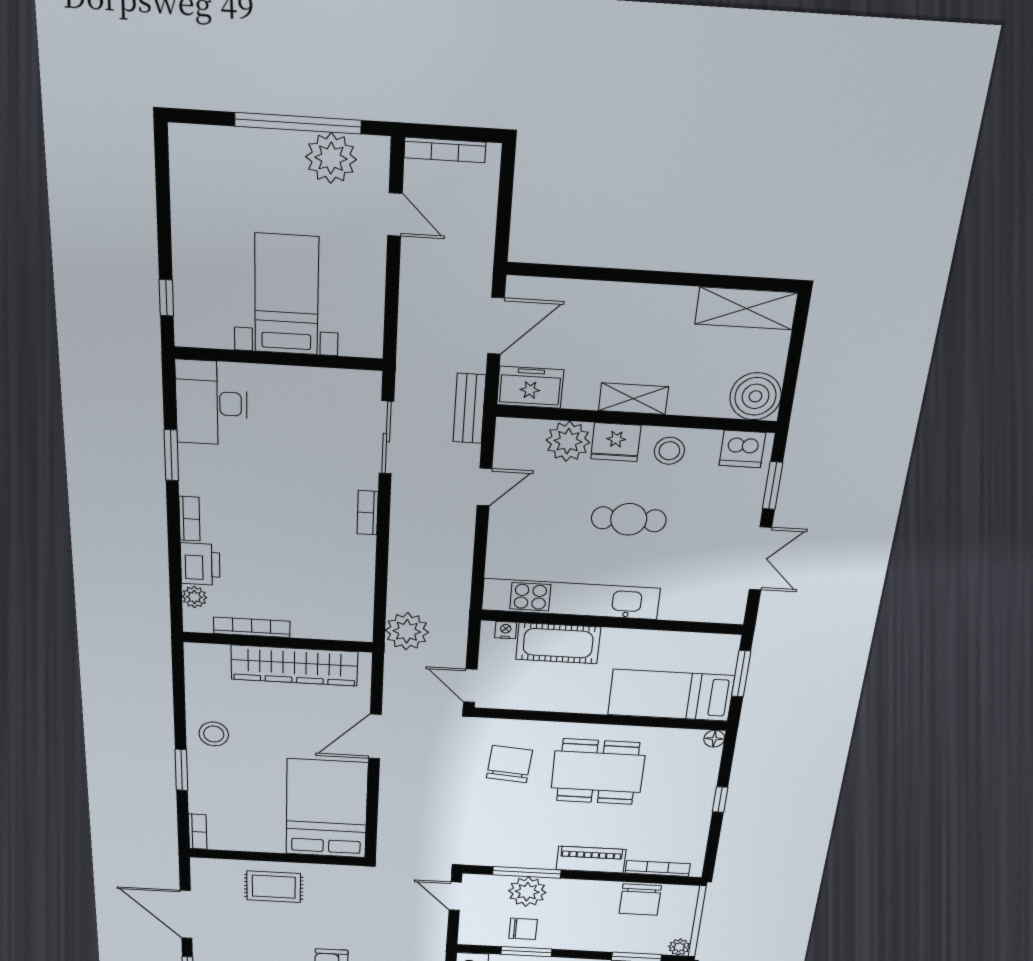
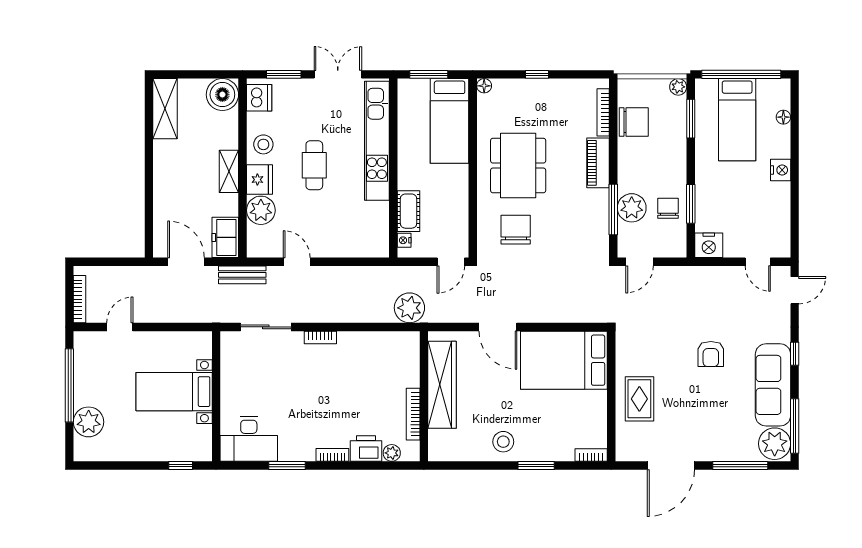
plant: (331, 158) -> (89, 422), moved
kitchen unit: (571, 599) -> (377, 141), moved
cot: (558, 643) -> (409, 211), width x0.73, depth x0.75
chair: (509, 764) -> (516, 230), turned 85

